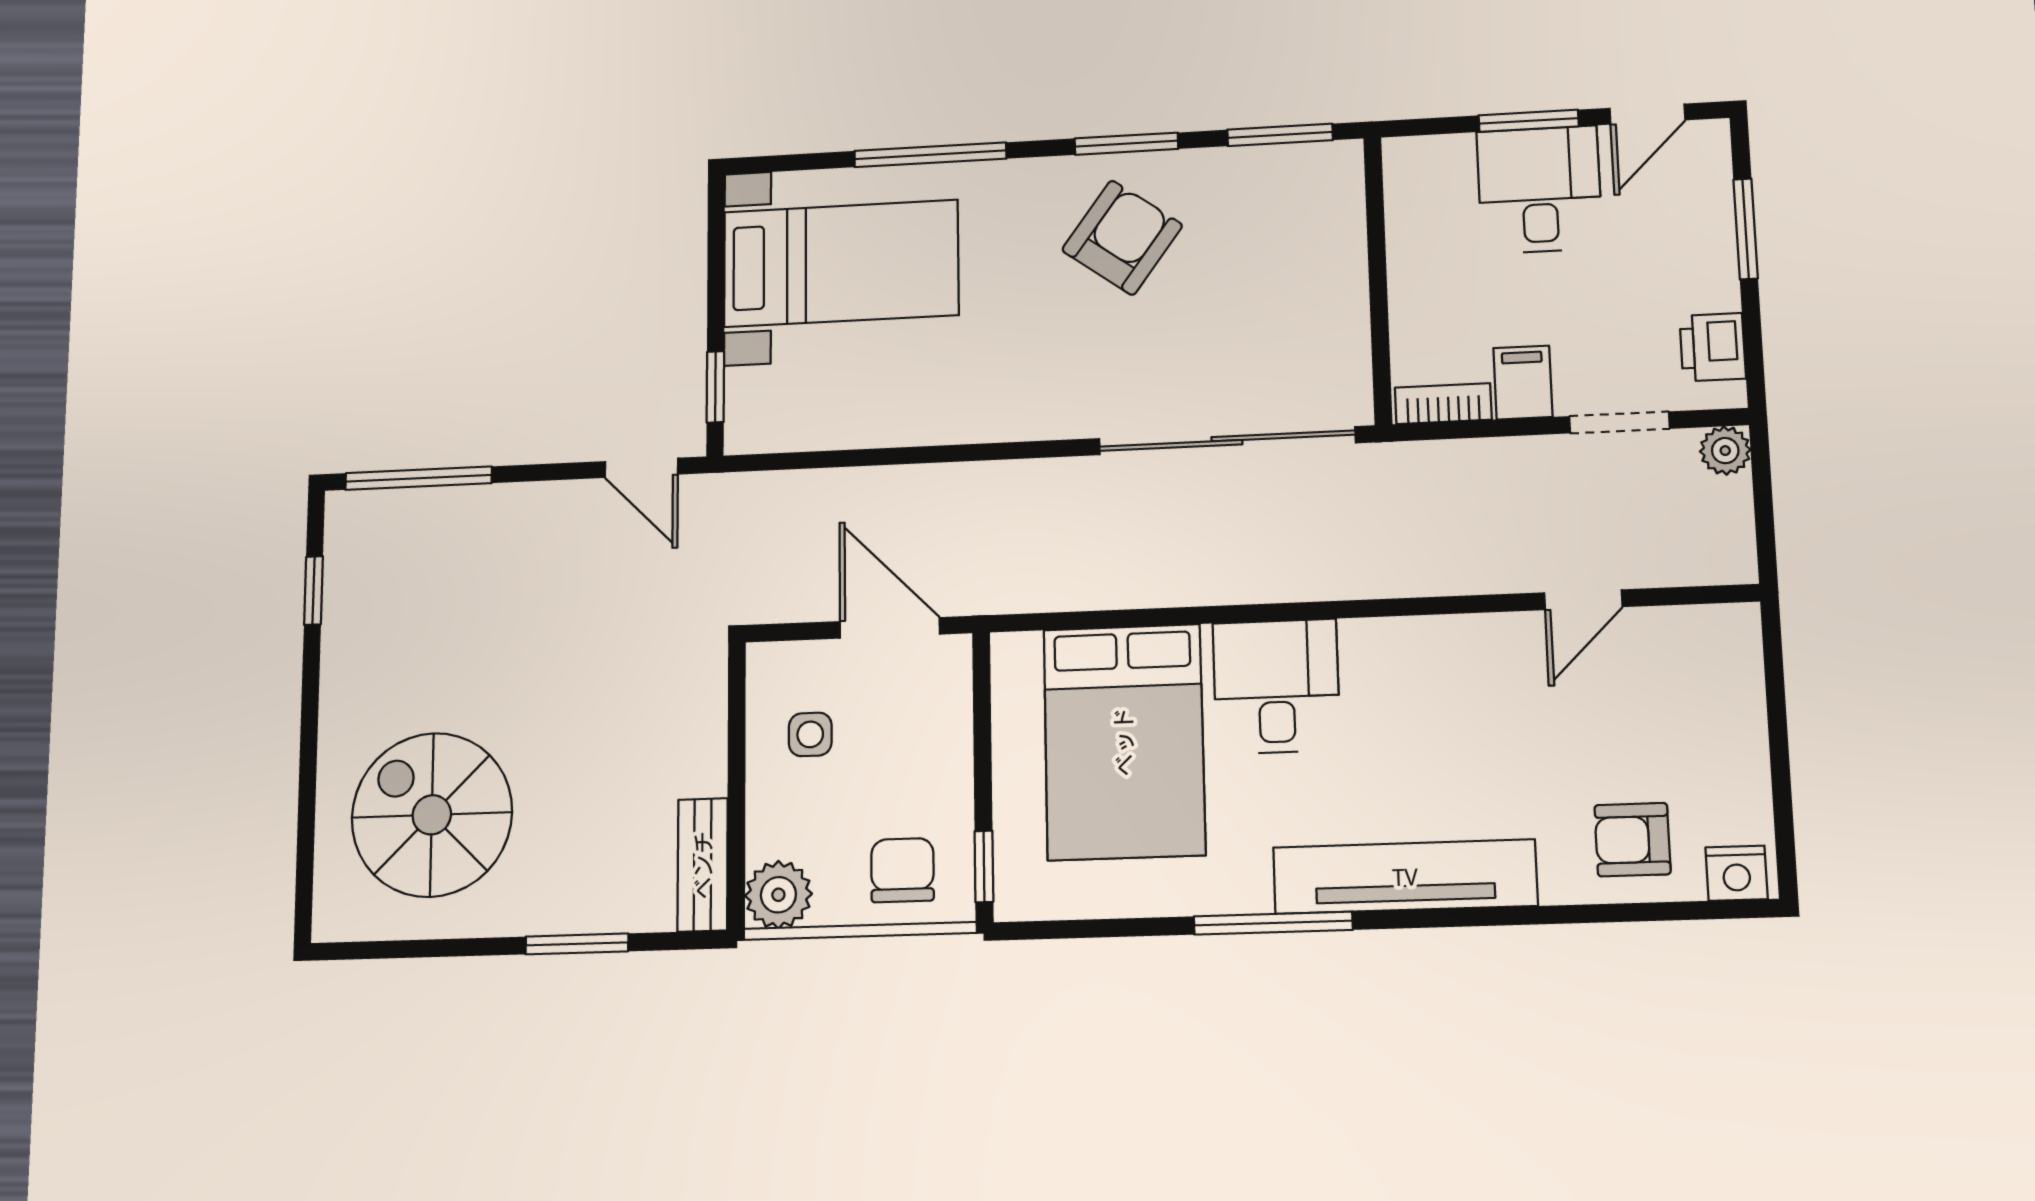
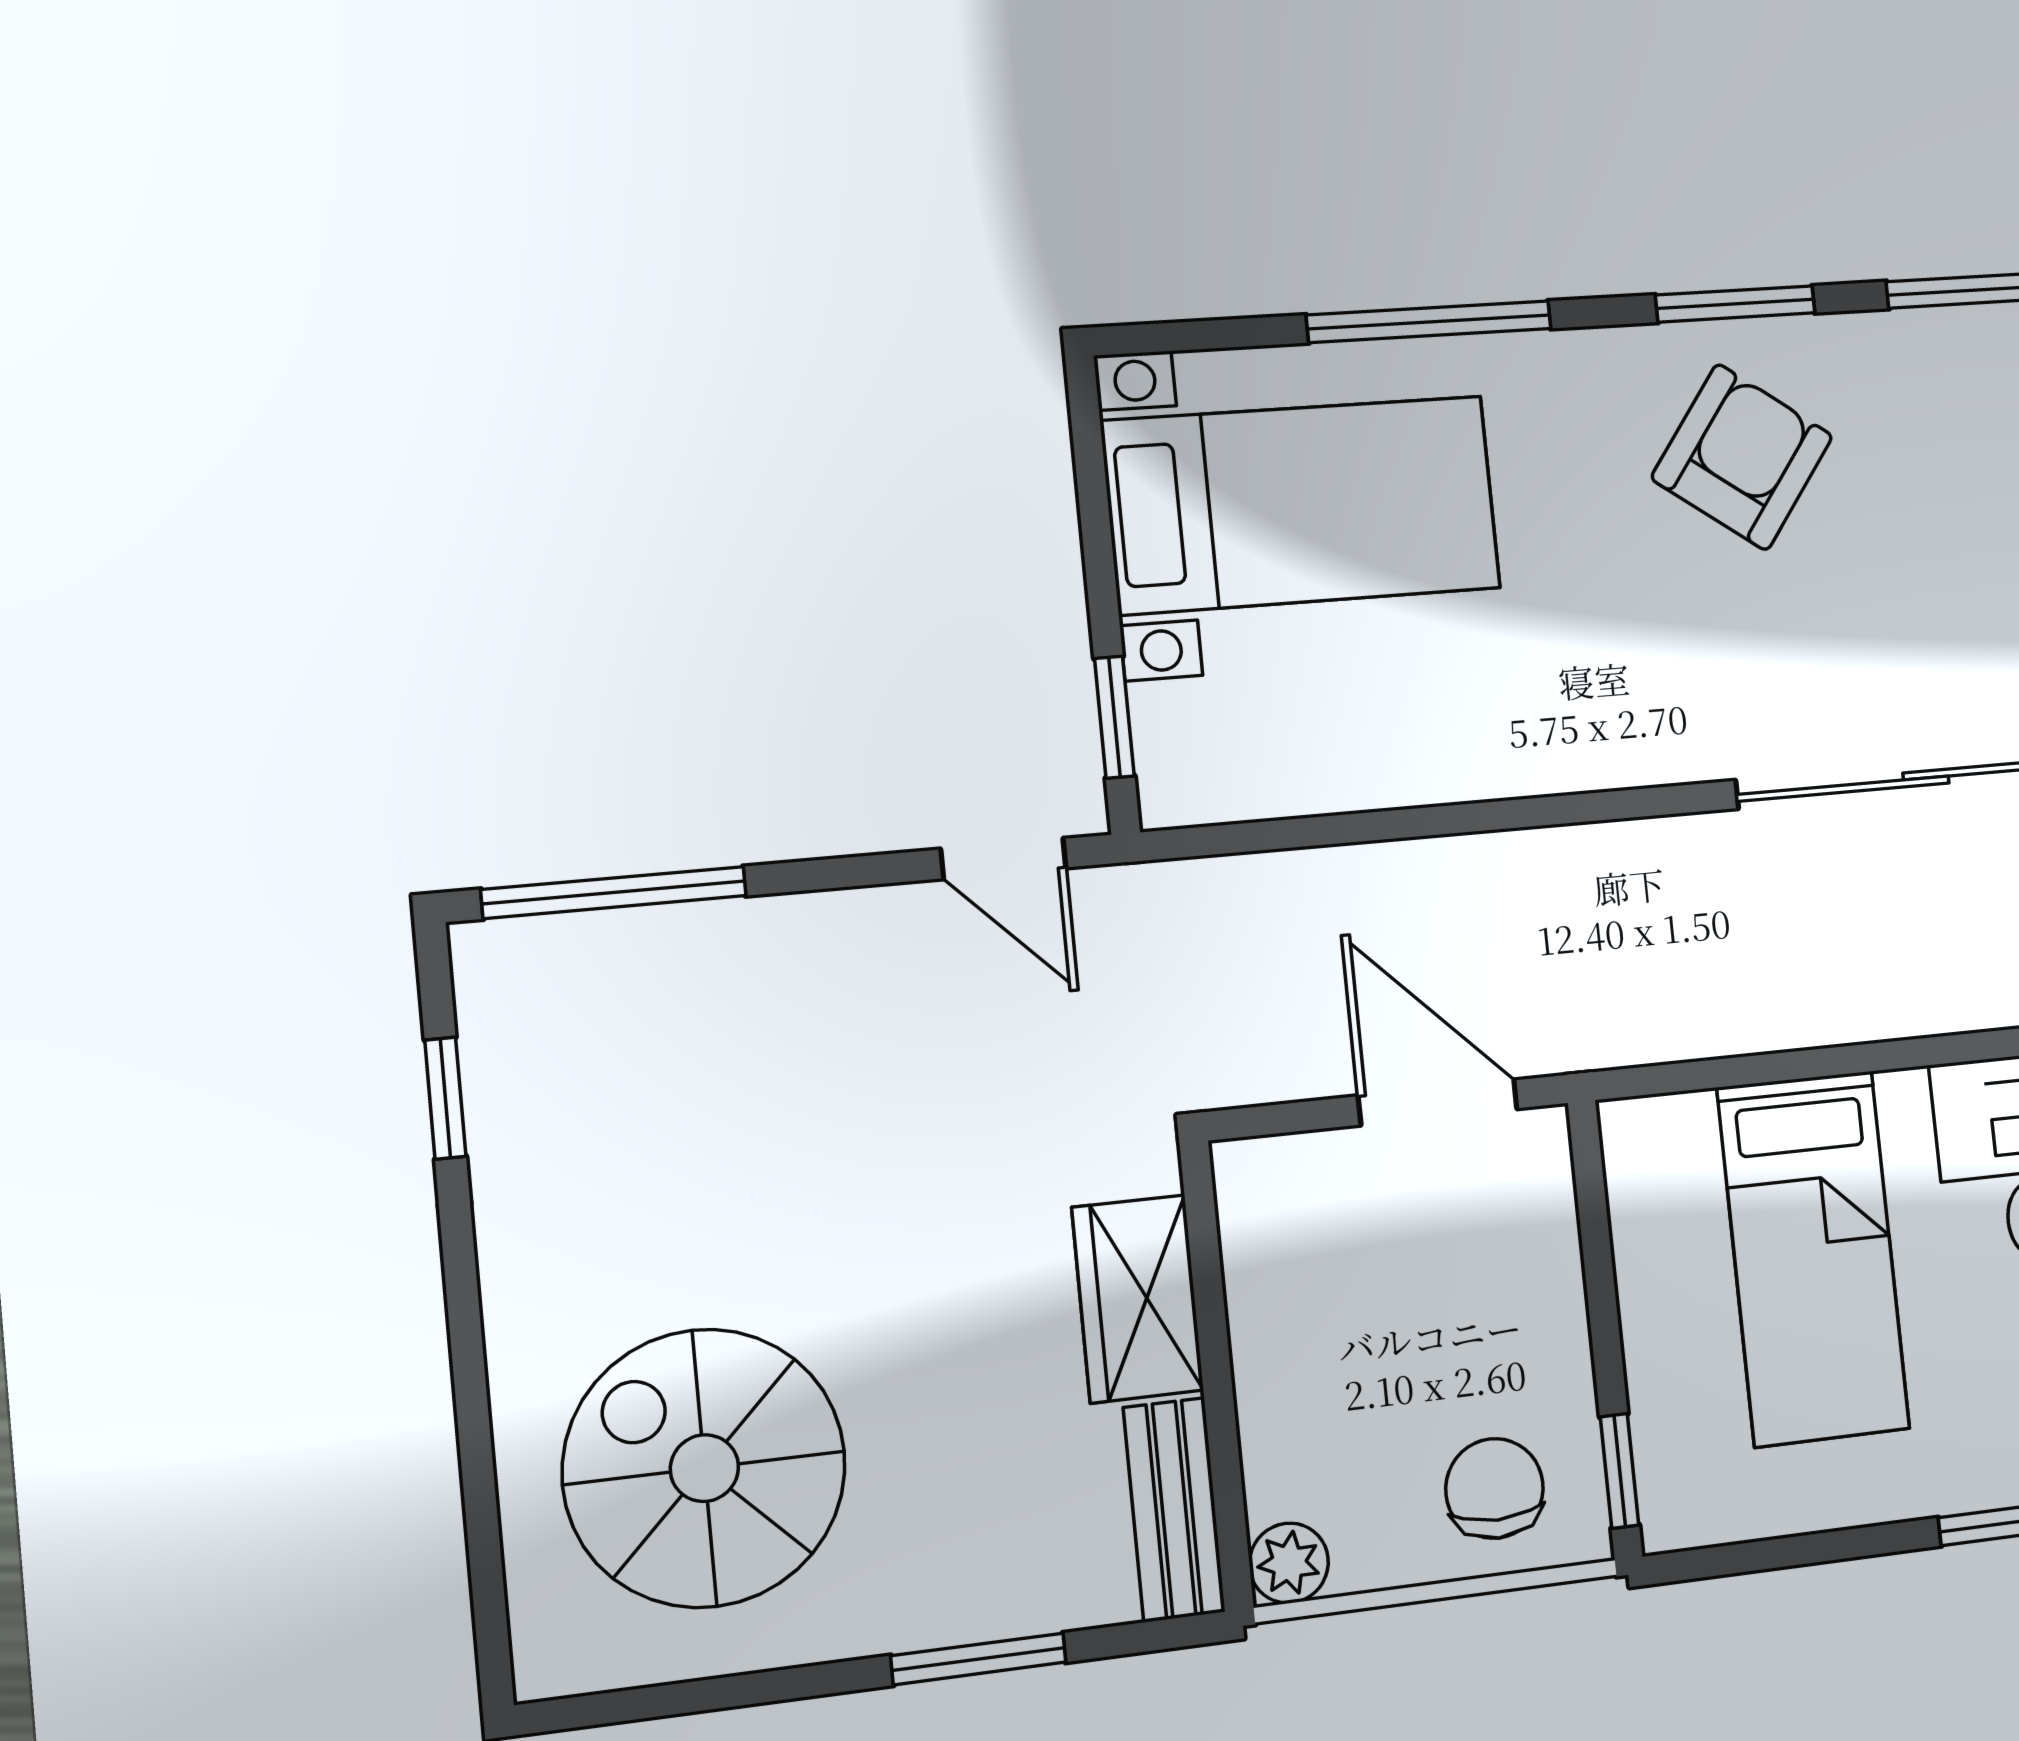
side table: (810, 734) -> (1328, 1284), removed
wardrobe: (694, 735) -> (1138, 1299), added
bed: (1124, 742) -> (1813, 1258), width x0.67
plant: (778, 895) -> (1289, 1563), width x0.73, depth x0.73

